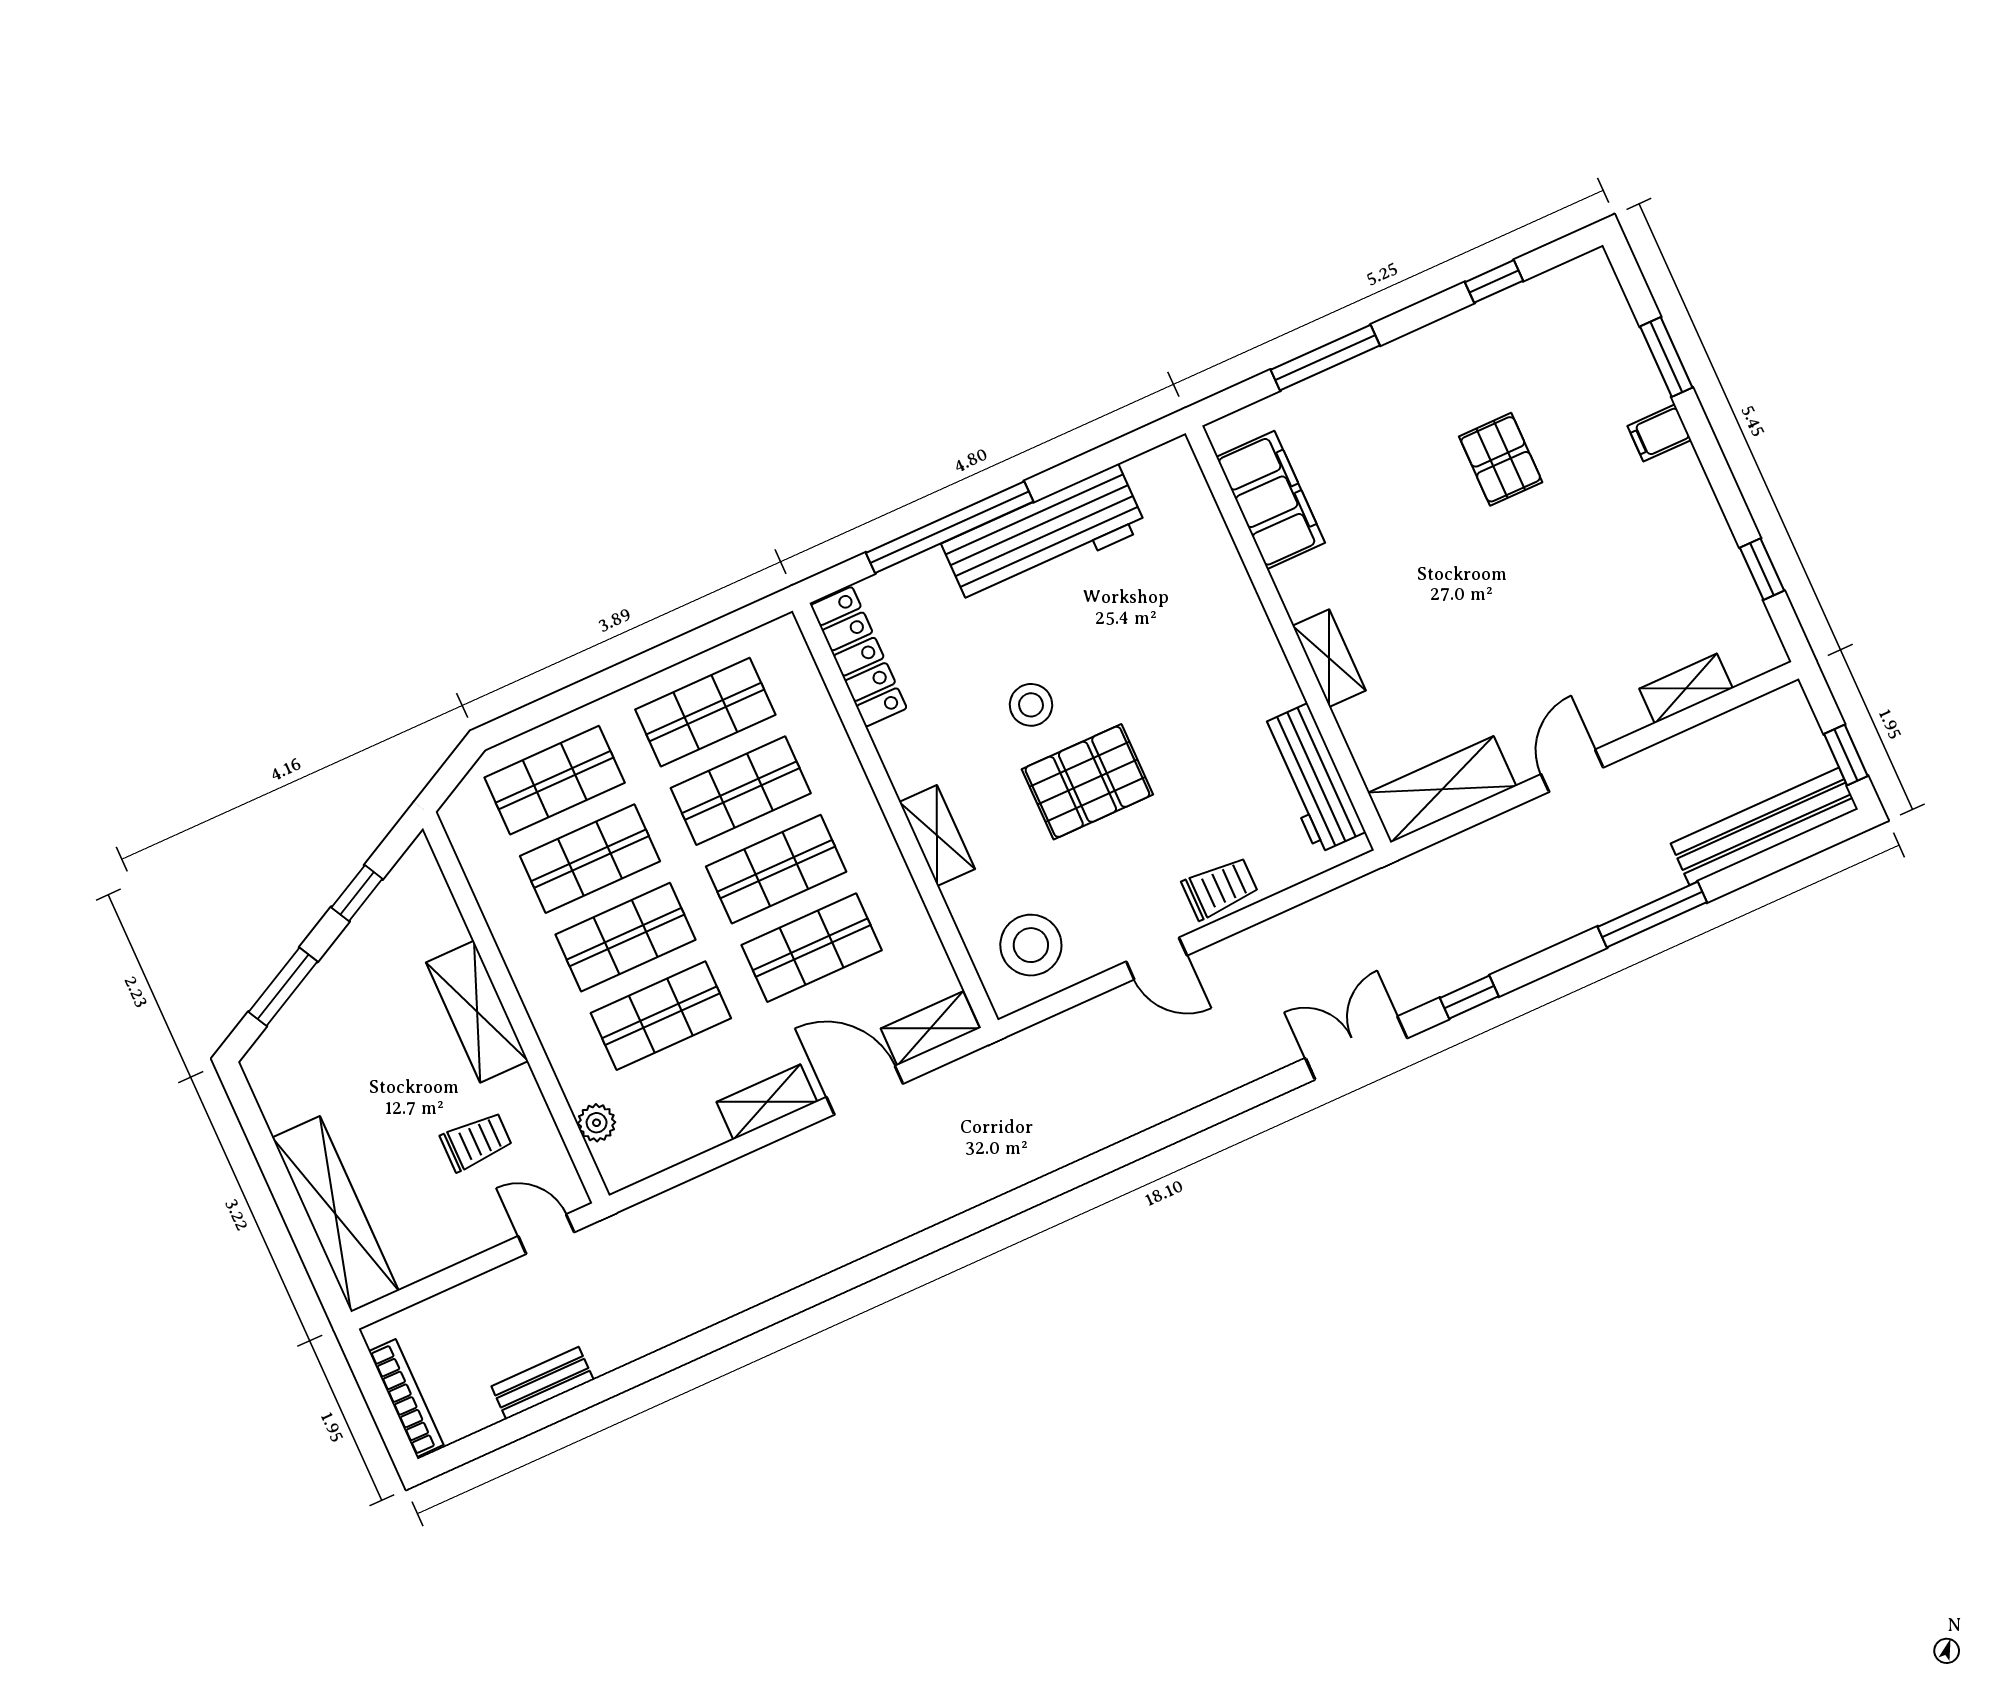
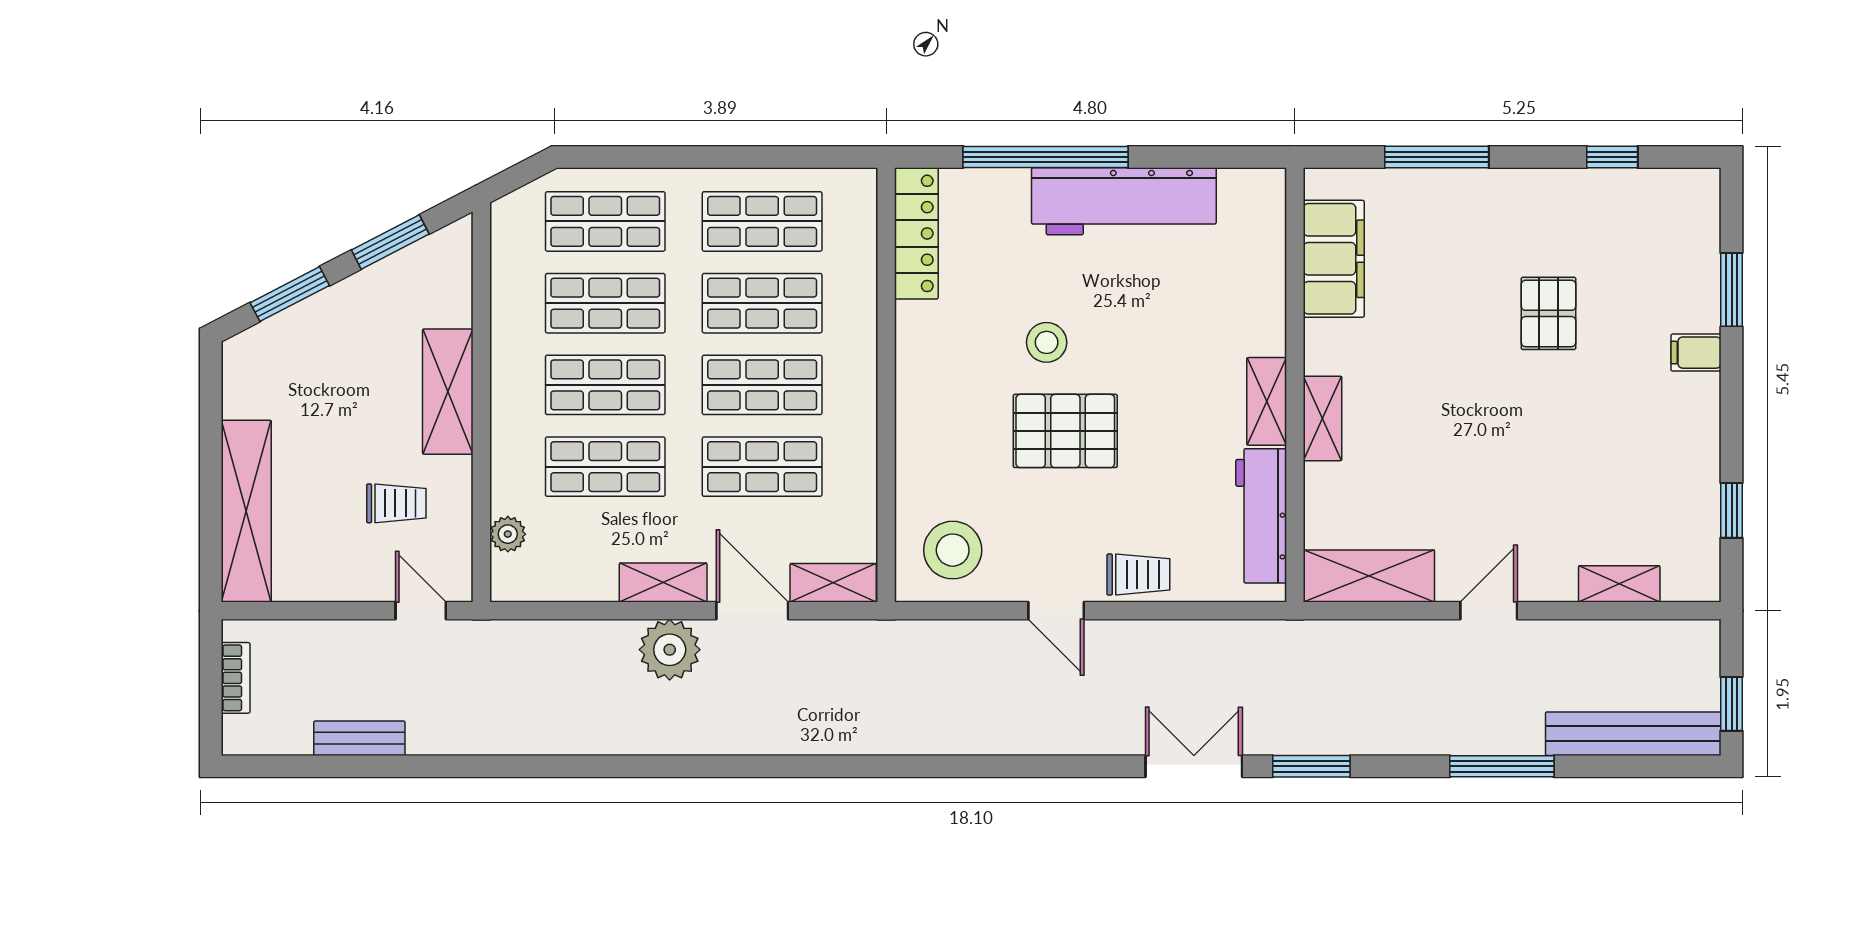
shelving: (937, 836) -> (1267, 401), moved
window: (357, 893) -> (390, 242), width x1.50
window: (1469, 997) -> (1311, 766), width x1.50
plant: (802, 1164) -> (670, 650), added
bookcase: (406, 1398) -> (236, 678), width x0.64

